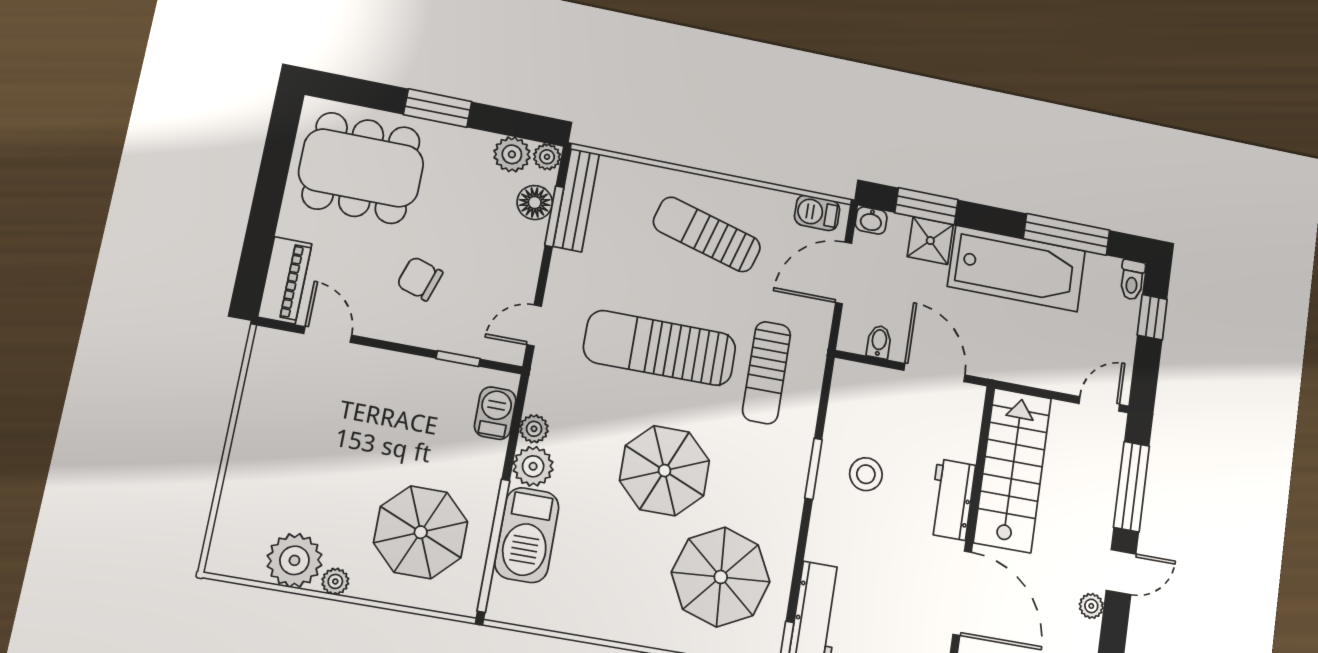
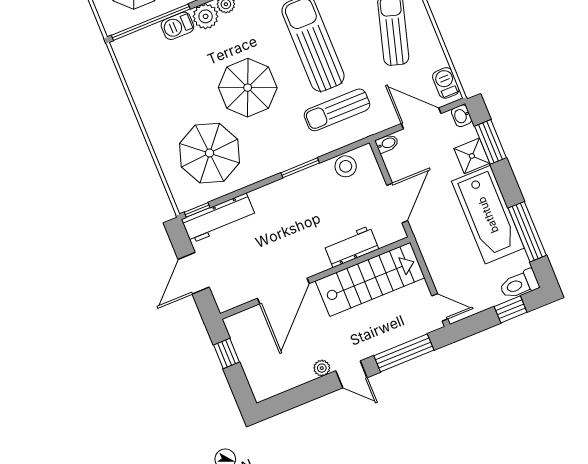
toilet: (1132, 280) -> (519, 284), width x1.37, depth x1.39
bidet: (879, 342) -> (387, 143), moved
stool: (866, 474) -> (346, 166), moved
workbench: (952, 499) -> (351, 247), moved
barbecue: (527, 535) -> (177, 26), width x0.53, depth x0.65

